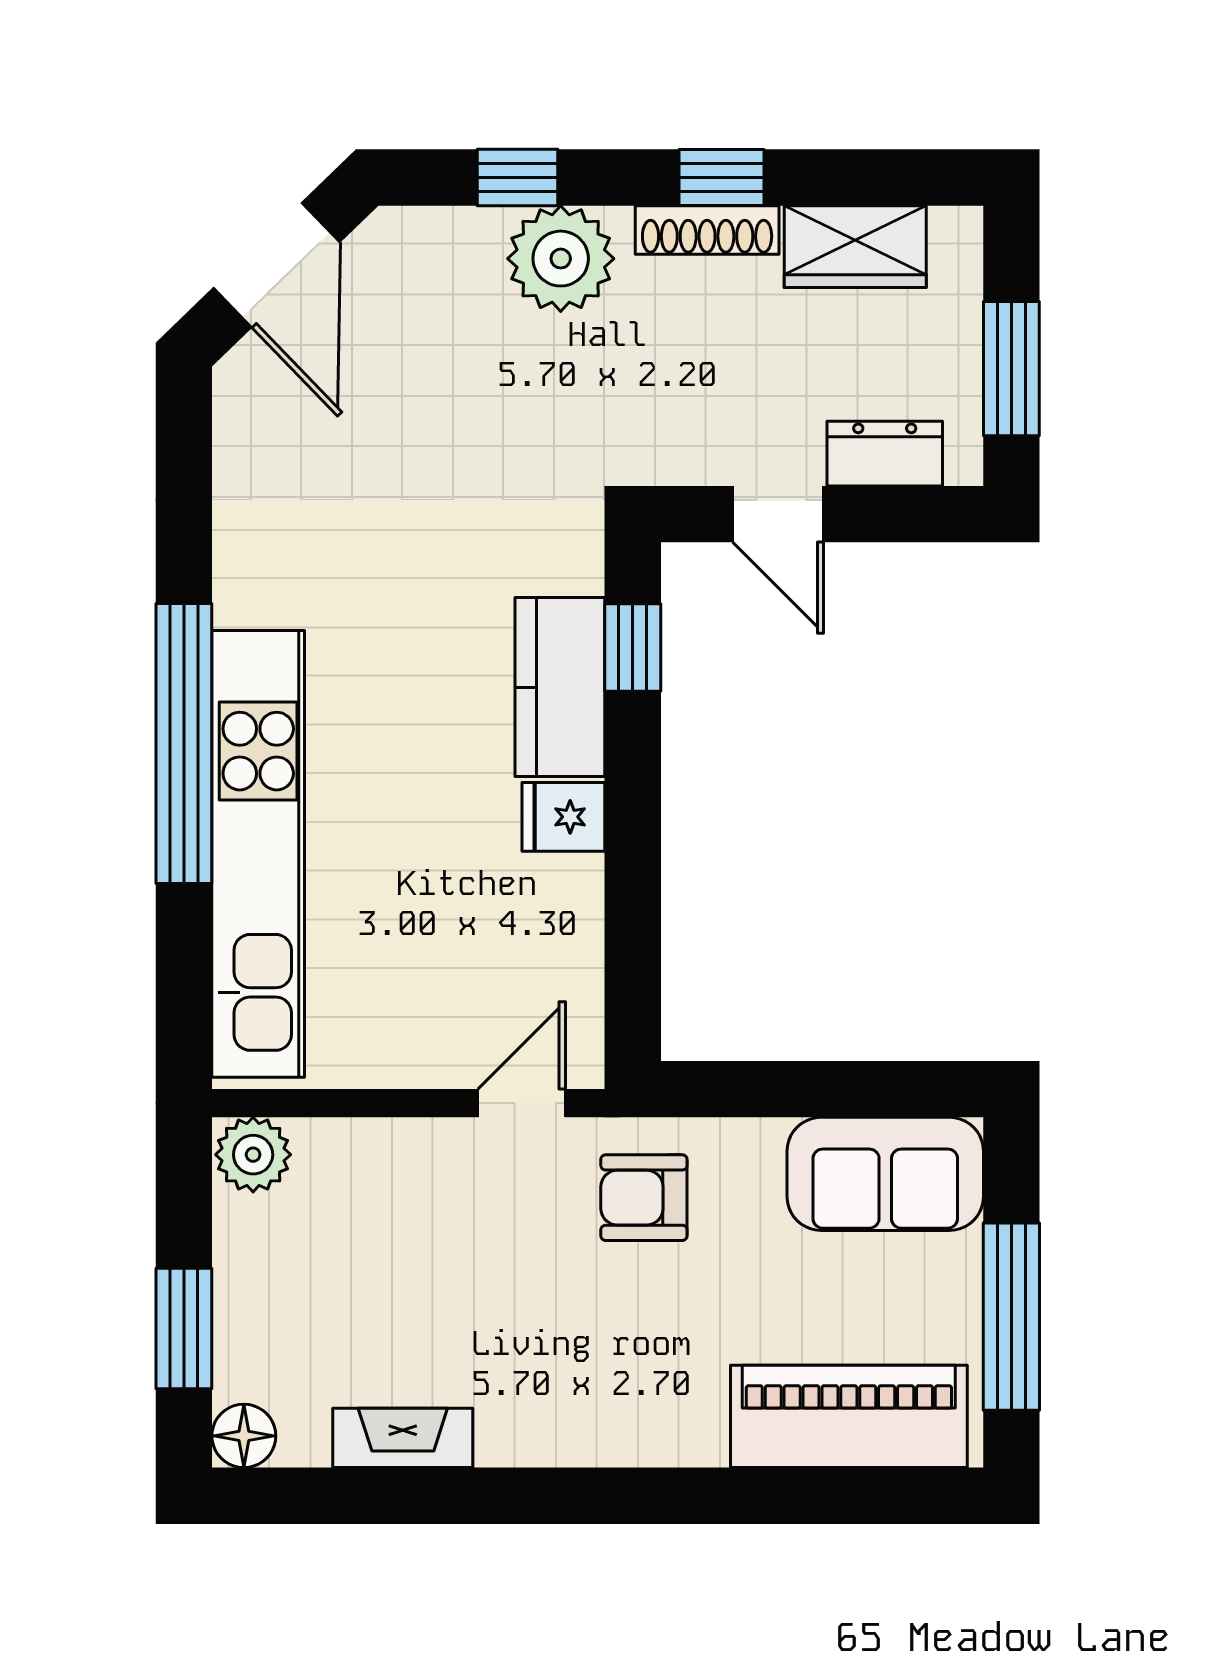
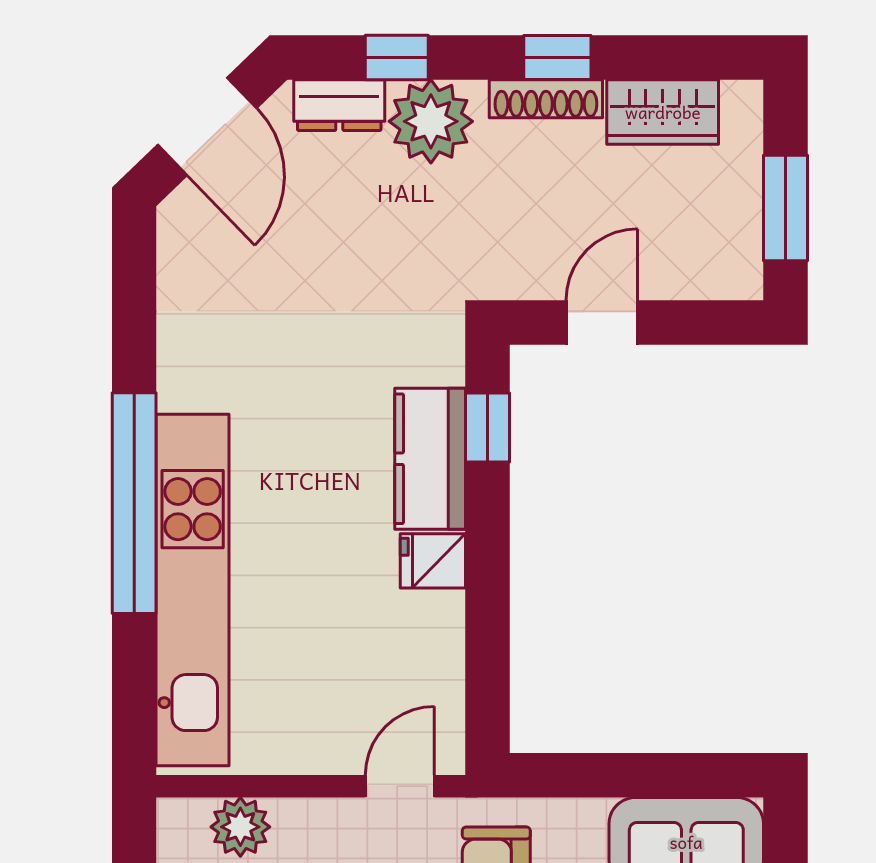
dresser: (885, 454) -> (339, 105), moved, turned 180
door: (778, 514) -> (602, 322), swing flipped
plant: (253, 1155) -> (240, 827), moved

